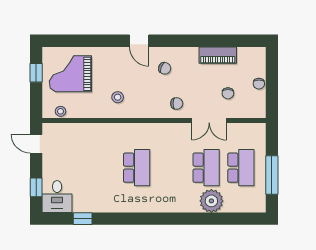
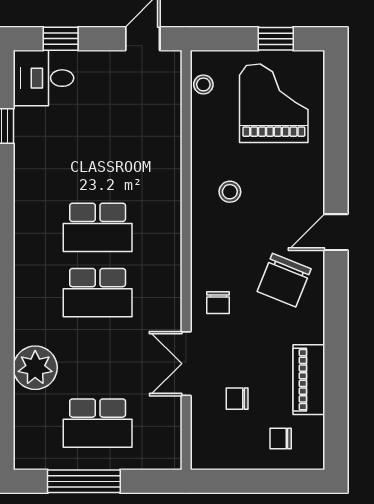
chair: (165, 68) -> (284, 280), width x1.87, depth x1.87
chair: (259, 84) -> (281, 439), moved
school desk: (206, 168) -> (98, 293), moved

